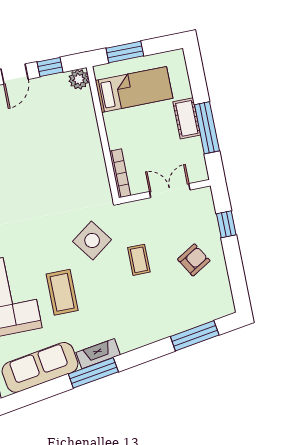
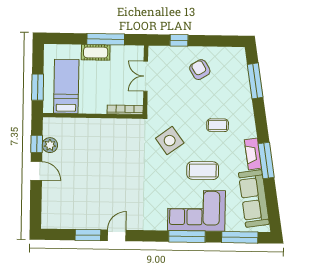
plant: (79, 79) -> (50, 145), moved
coffee table: (139, 260) -> (218, 125), moved

